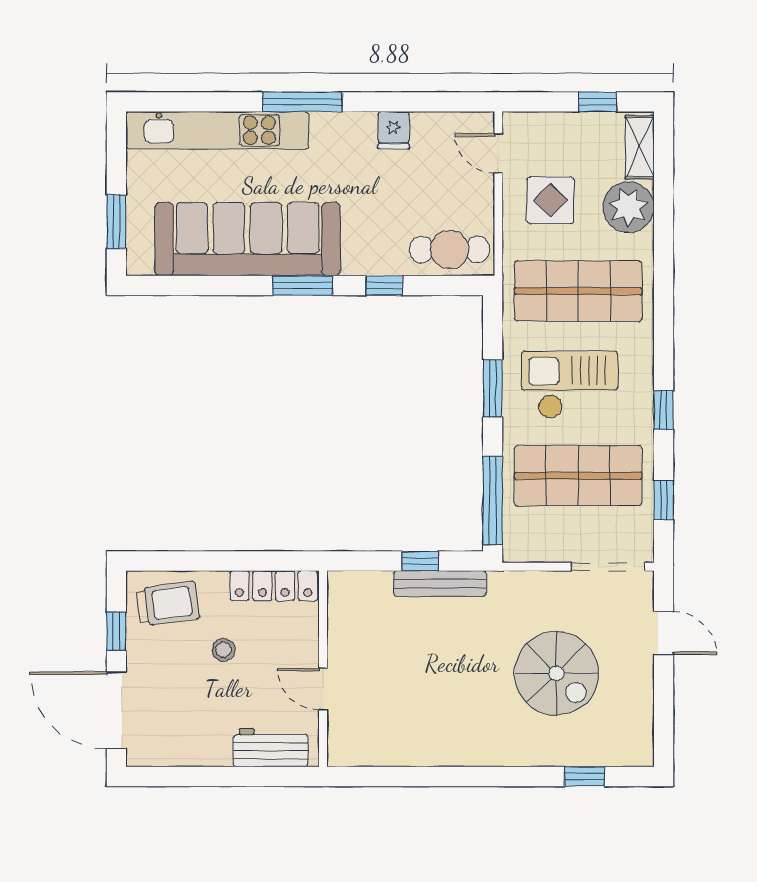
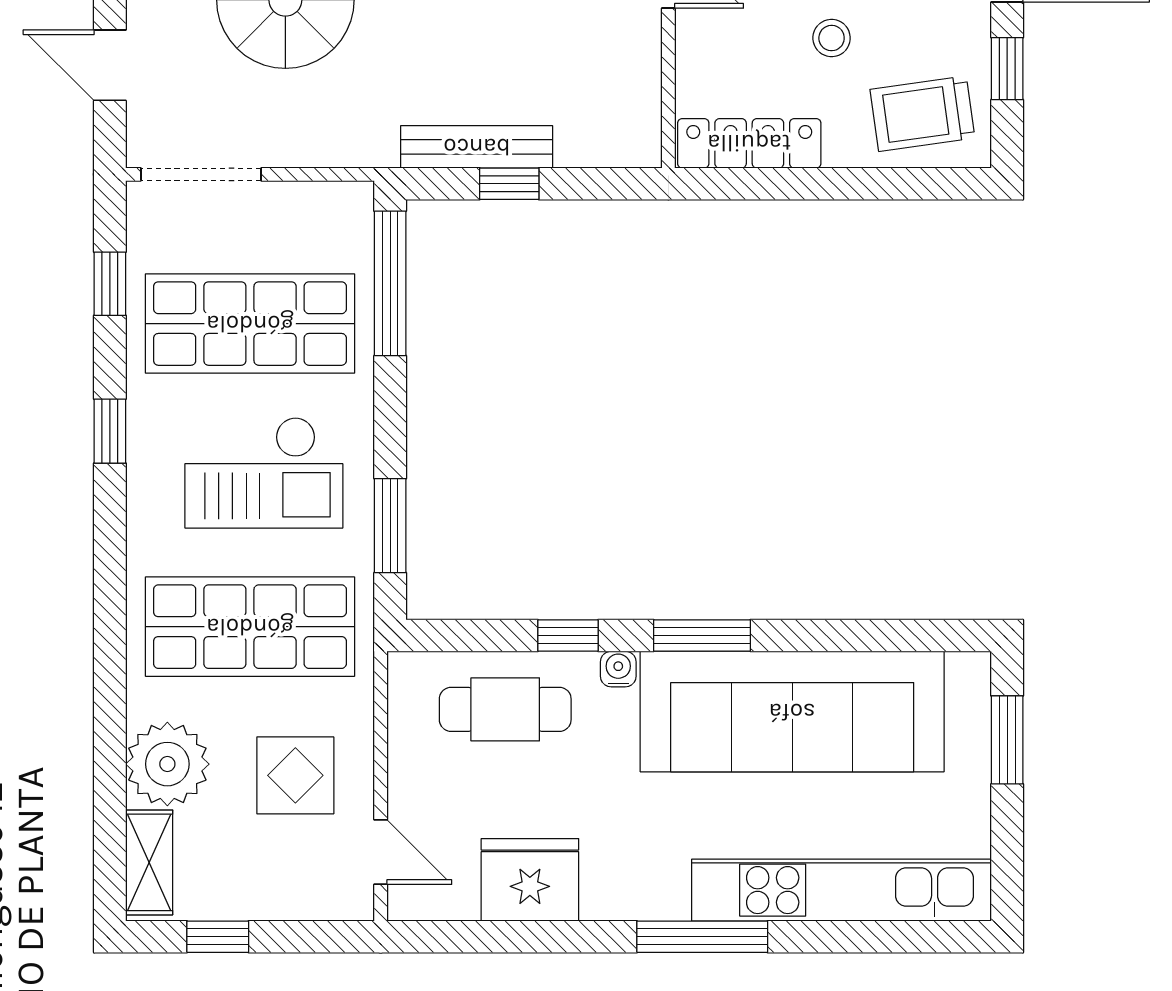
fridge: (393, 130) -> (530, 880), width x1.88, depth x1.34
cafe table: (450, 250) -> (505, 709), moved
water cooler: (354, 265) -> (618, 669), added
window: (493, 388) -> (390, 526), moved

